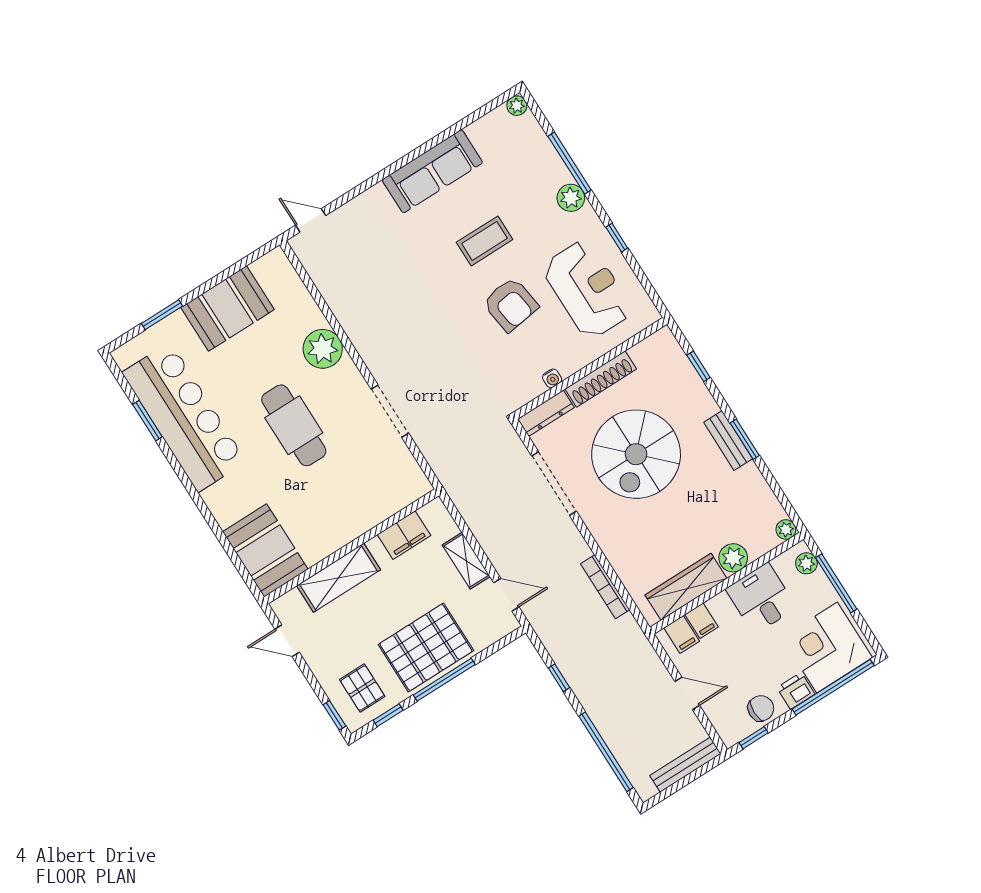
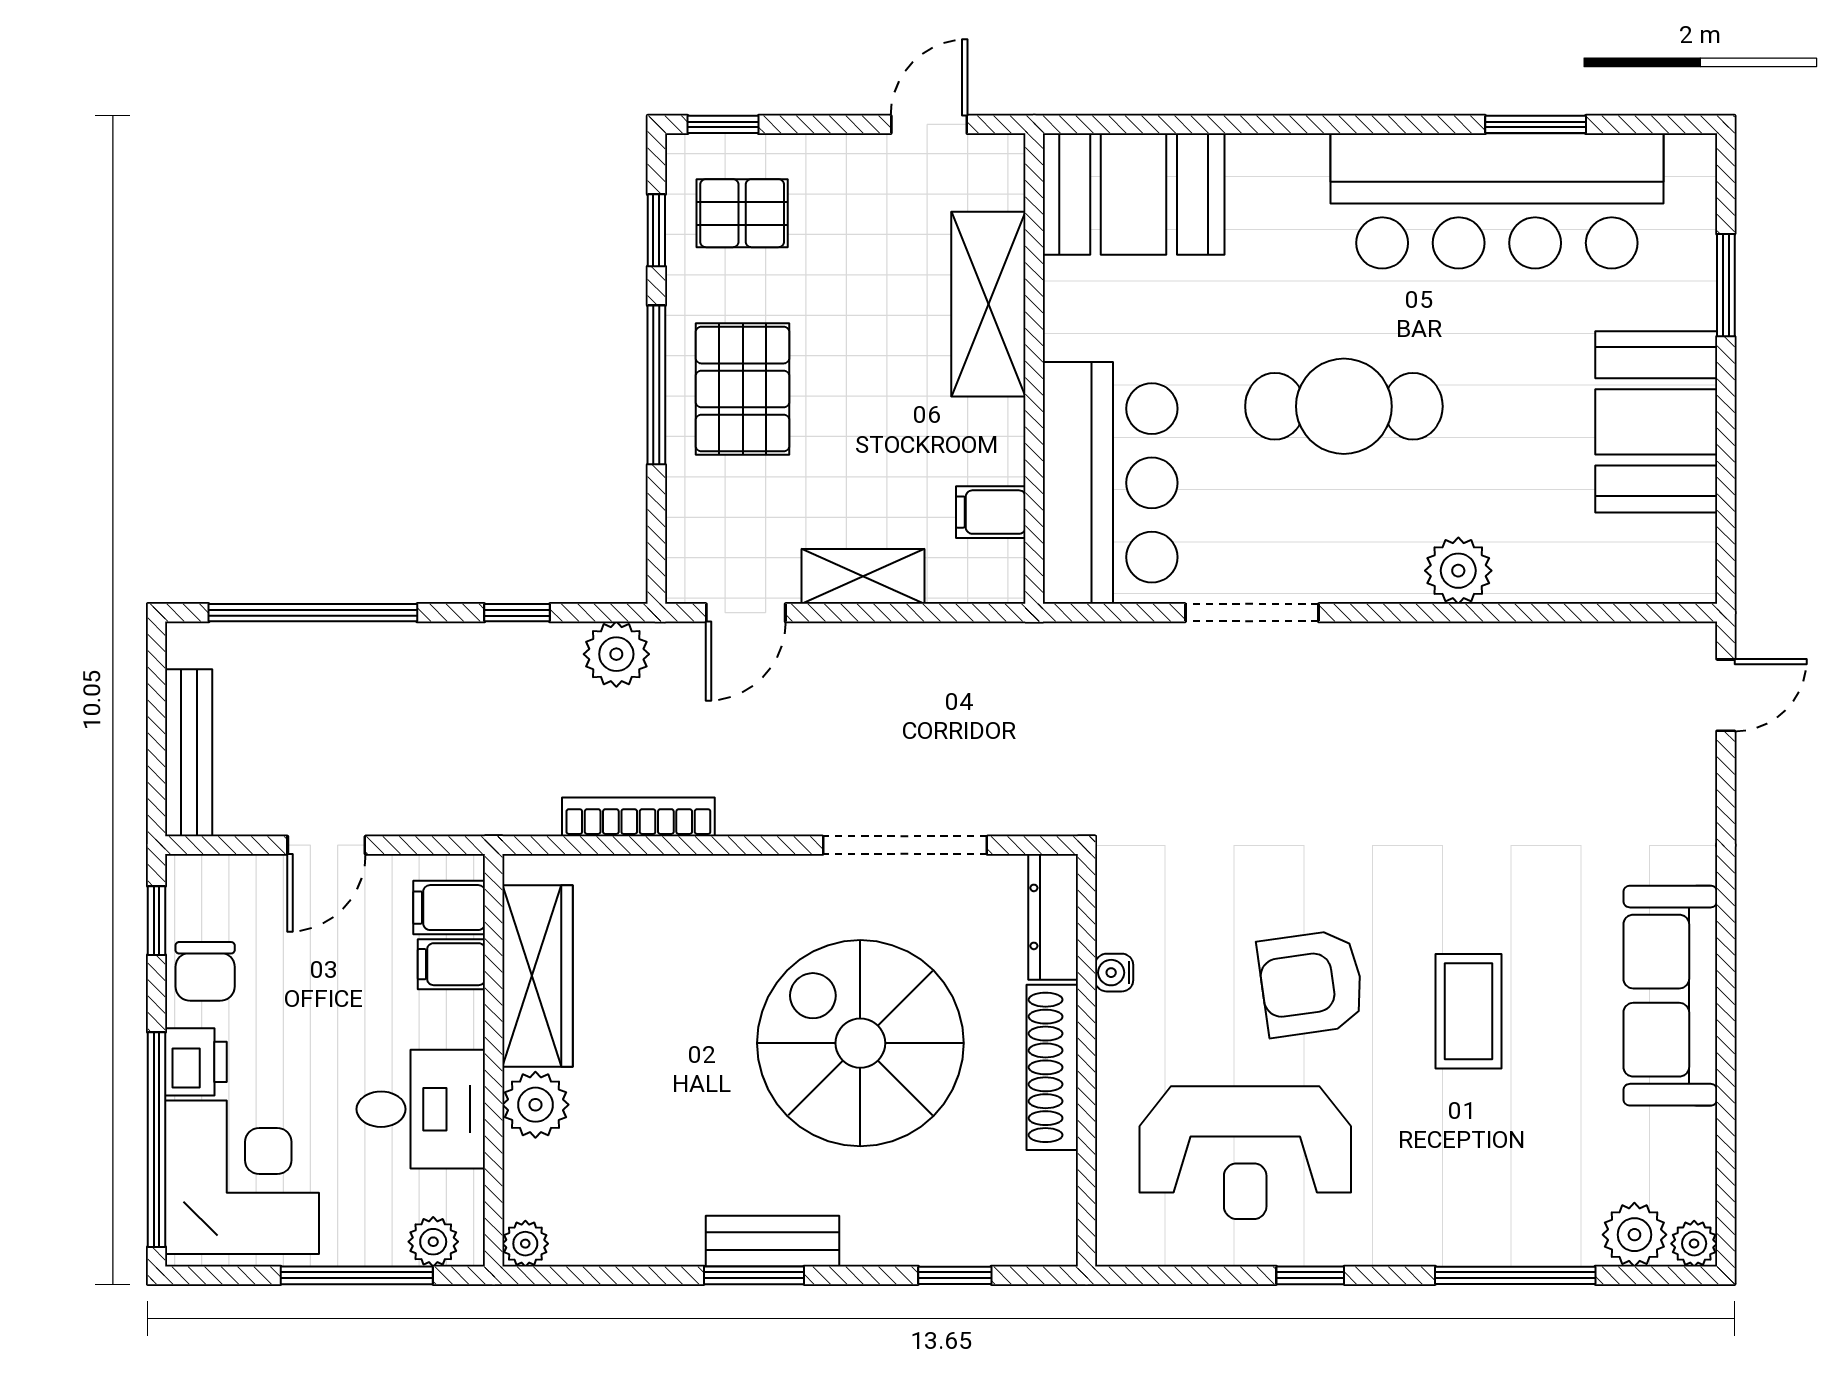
plant: (571, 198) -> (1634, 1235), moved
plant: (323, 349) -> (1458, 571), width x0.73, depth x0.73
bar counter: (375, 493) -> (1110, 483), added
filing cabinet: (404, 535) -> (991, 512), width x0.50
plant: (551, 632) -> (616, 654), added
pallet: (426, 647) -> (743, 389), width x0.73, depth x0.71

